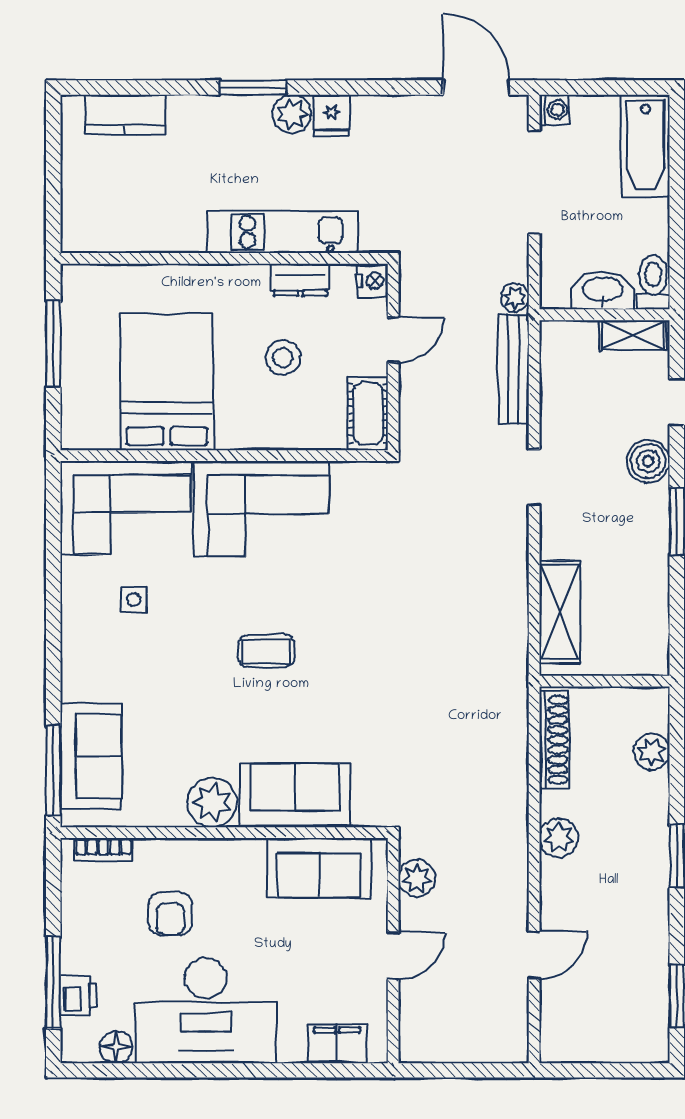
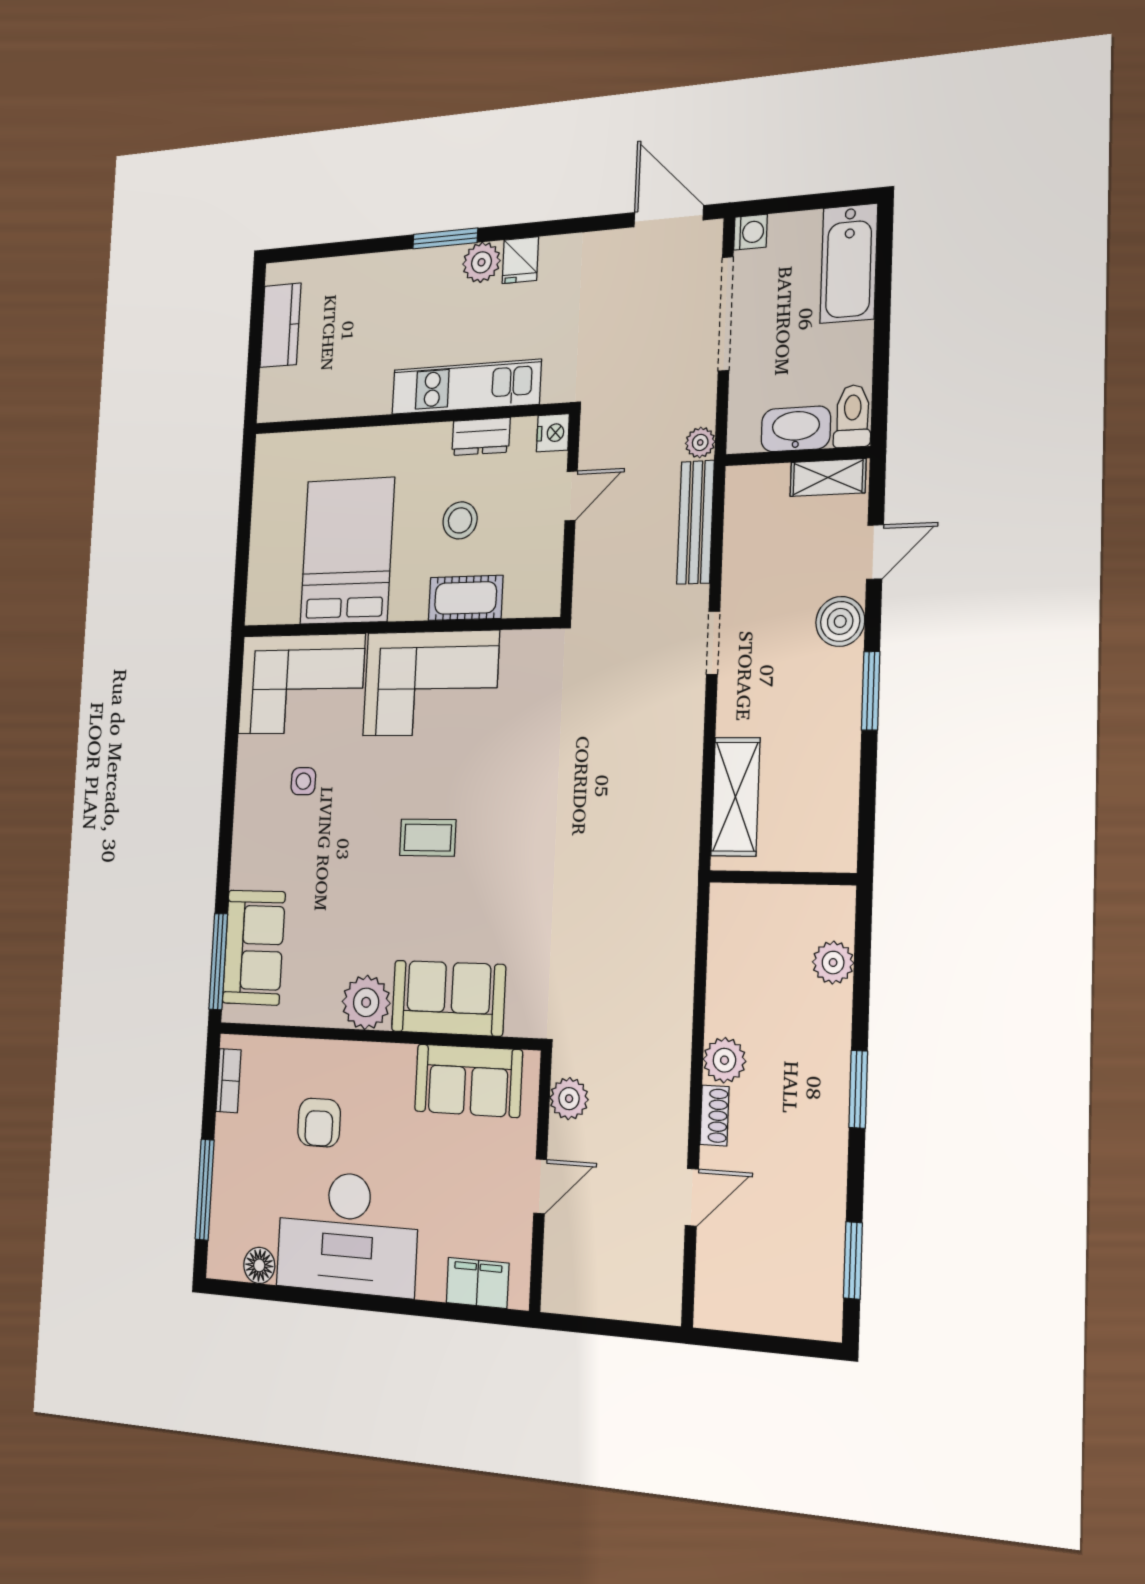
kitchen counter: (125, 115) -> (280, 325), moved, turned -90
window: (53, 344) -> (245, 516), removed
cot: (368, 414) -> (466, 598), moved, turned 90
shoe rack: (554, 740) -> (714, 1116), moved, width x0.51, depth x0.81
bookcase: (103, 850) -> (228, 1081), moved, turned -90
printer: (79, 995) -> (227, 1205), removed

